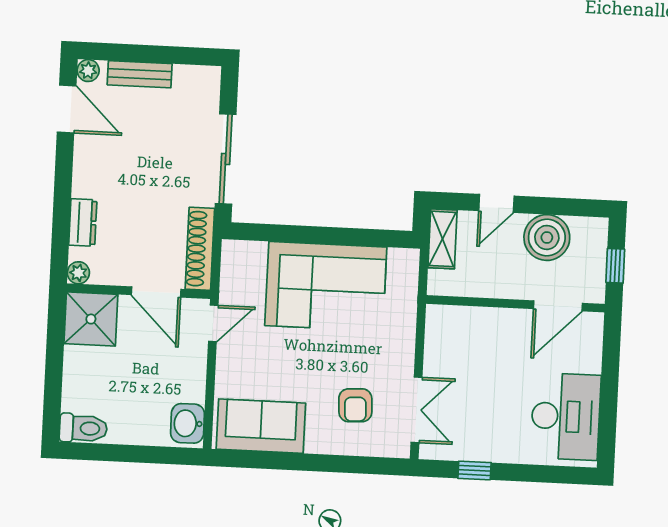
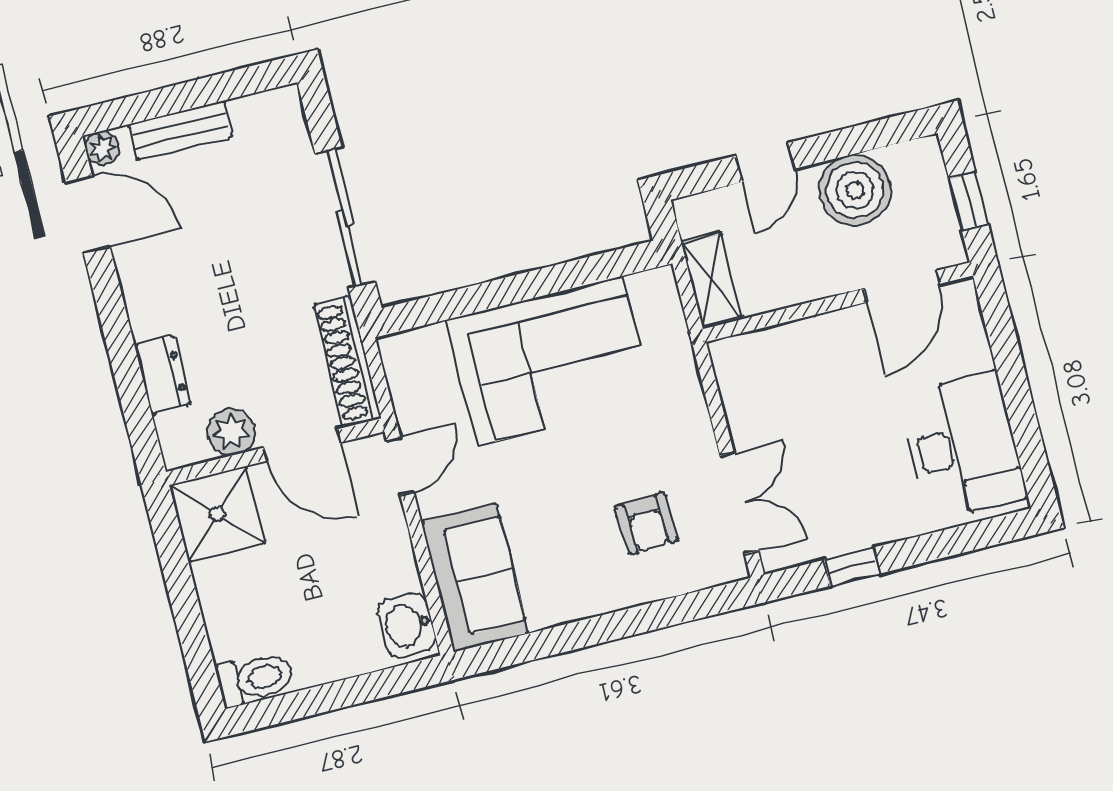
shelving: (442, 239) -> (712, 280), moved
plant: (78, 273) -> (231, 432), moved, width x1.38, depth x1.38
sofa: (261, 426) -> (475, 578), moved, turned 90

